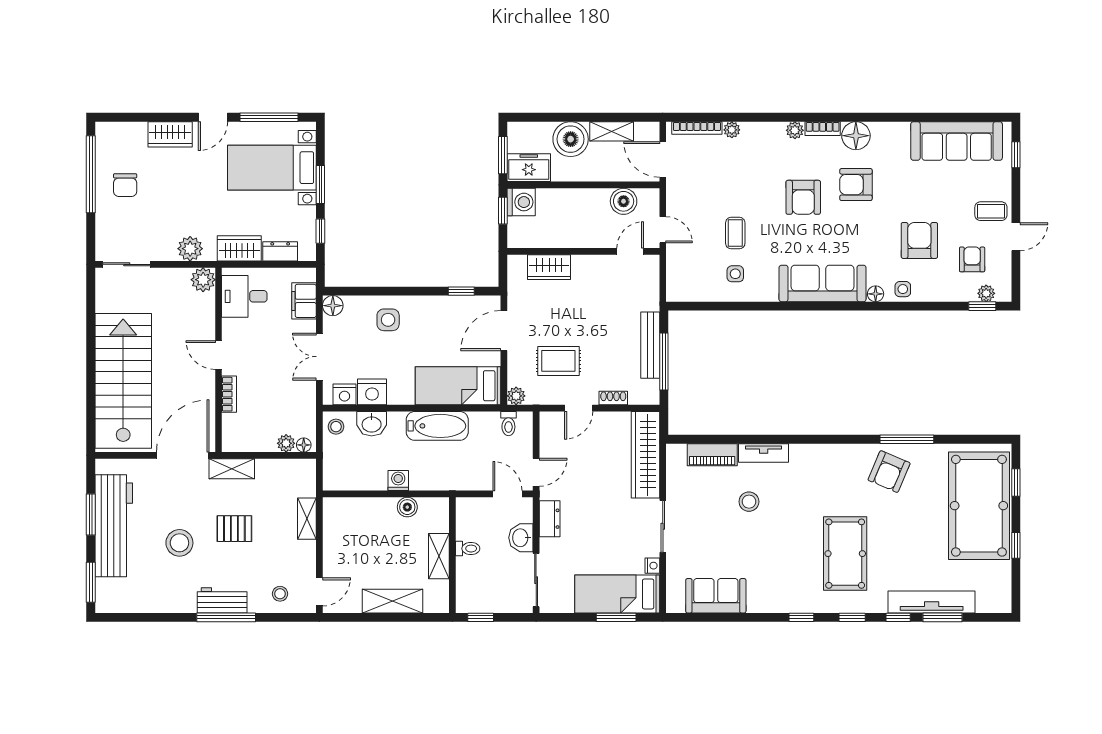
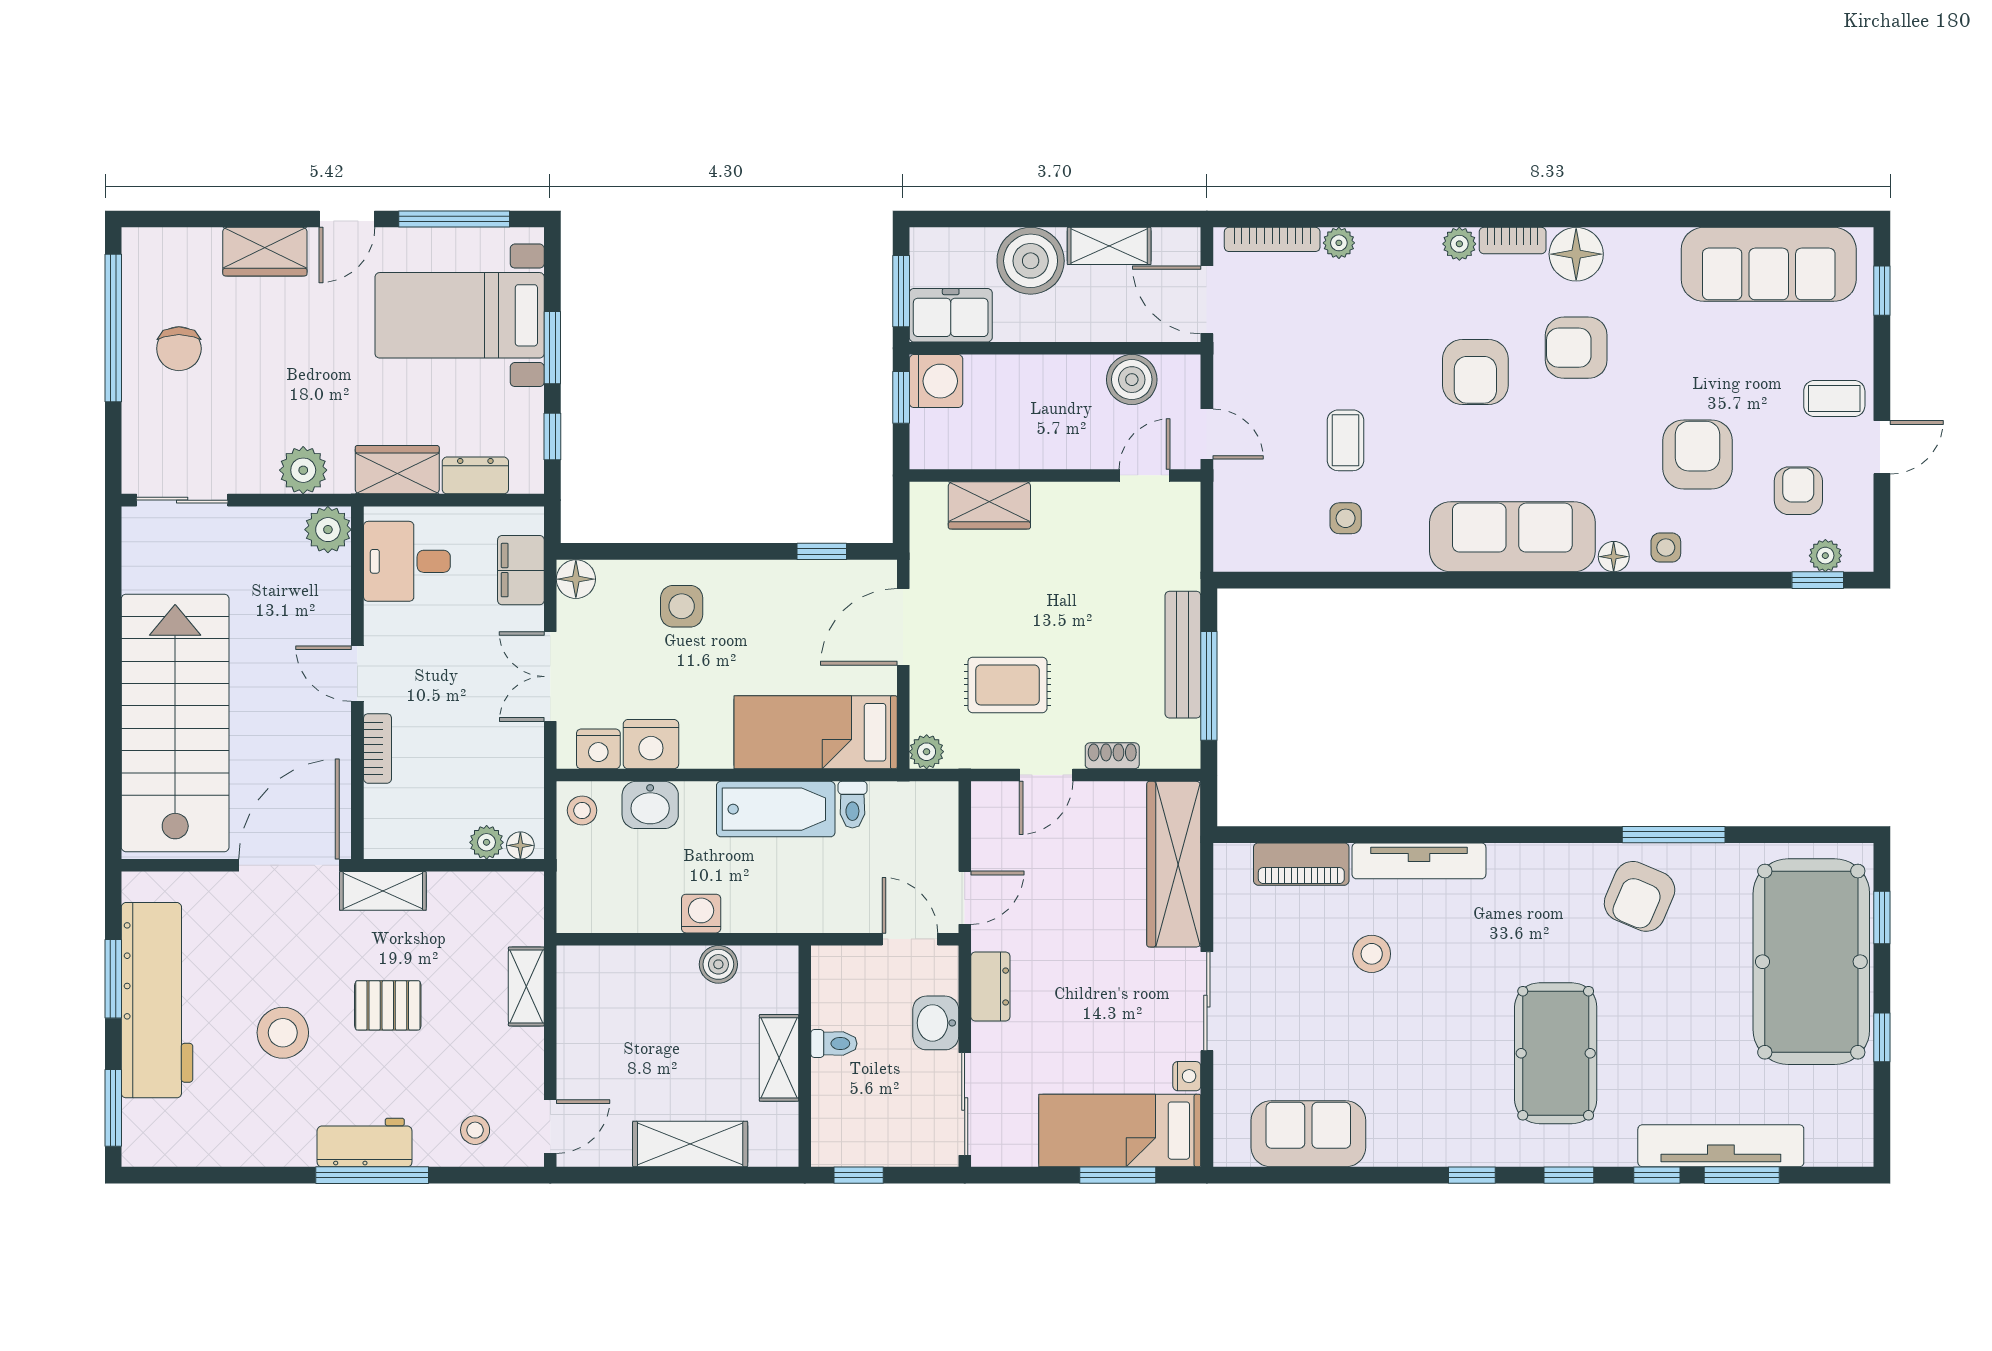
toilet: (508, 424) -> (852, 805), moved
tv unit: (764, 453) -> (1419, 861), width x1.41

